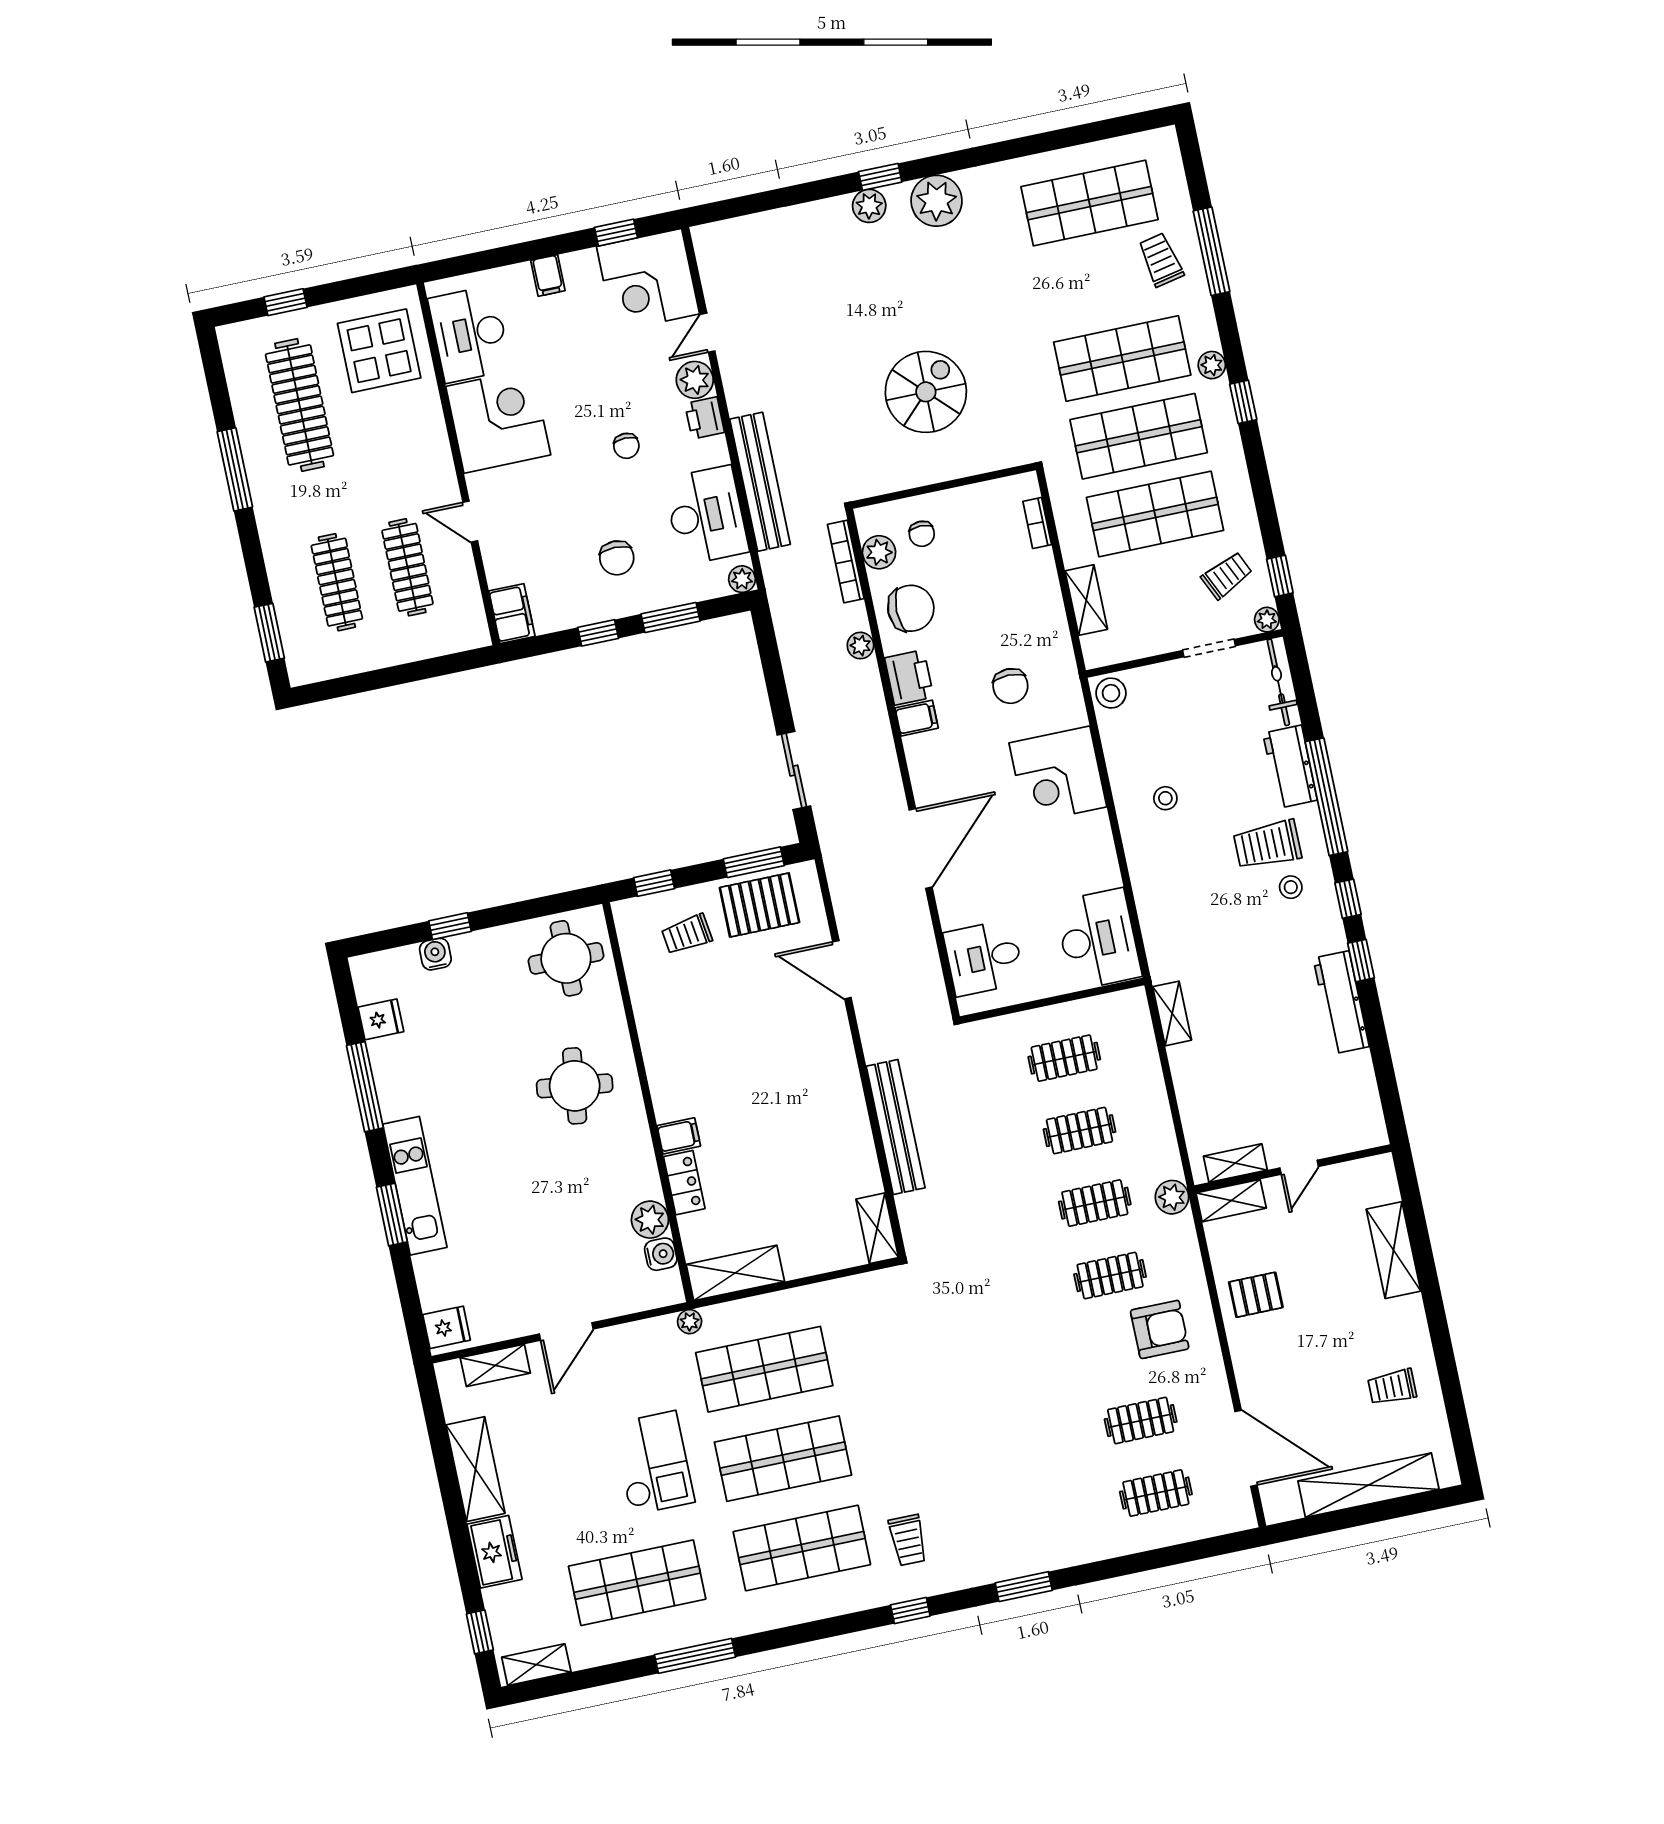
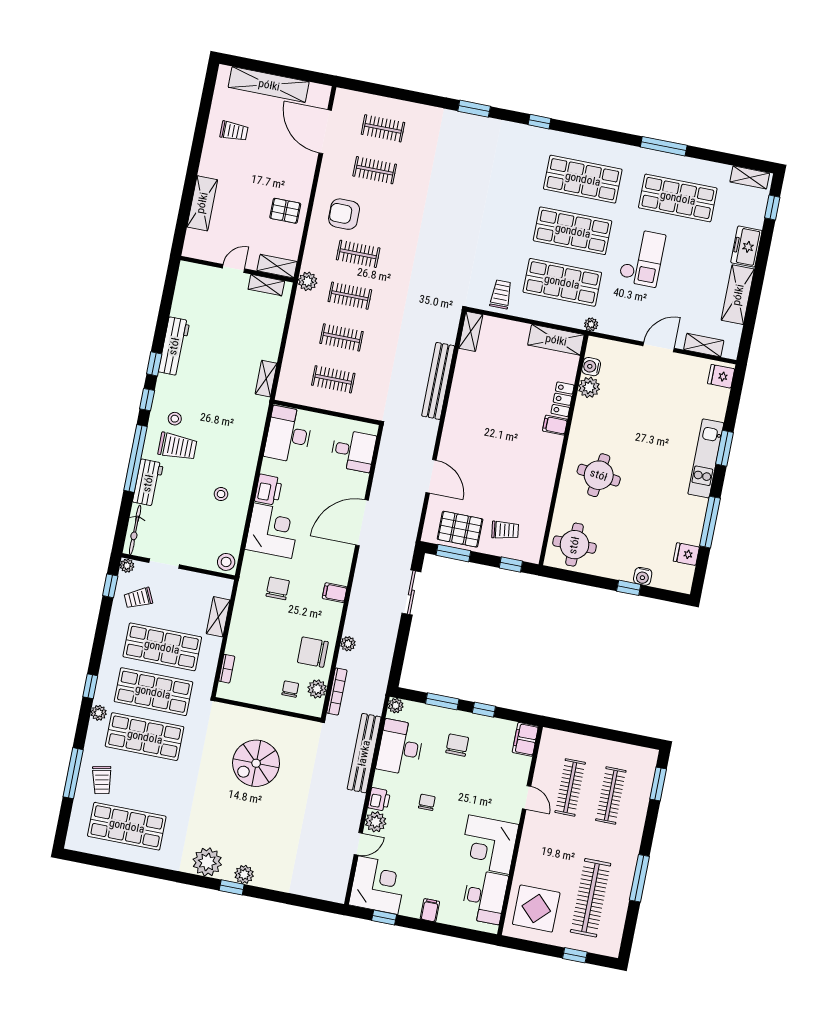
printer: (909, 677) -> (268, 490), moved, turned 180
checkout: (653, 1463) -> (642, 258), turned 180
trolley: (908, 1540) -> (501, 294), moved

